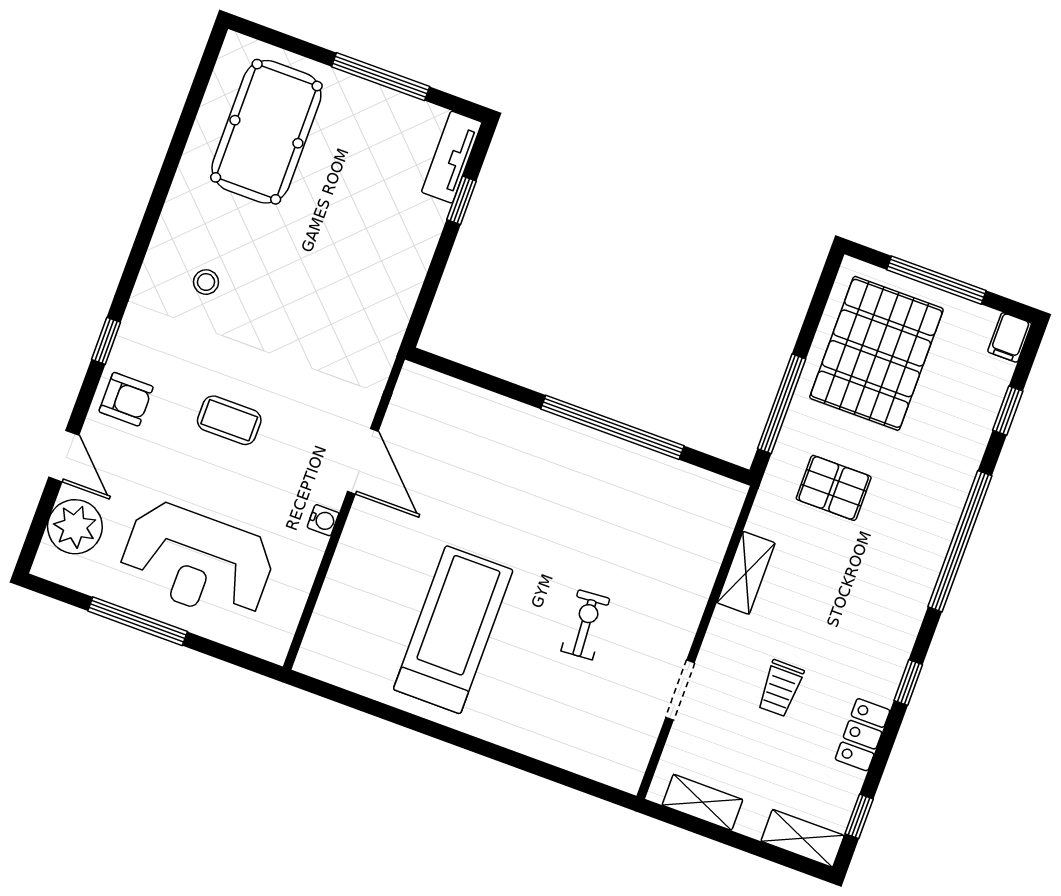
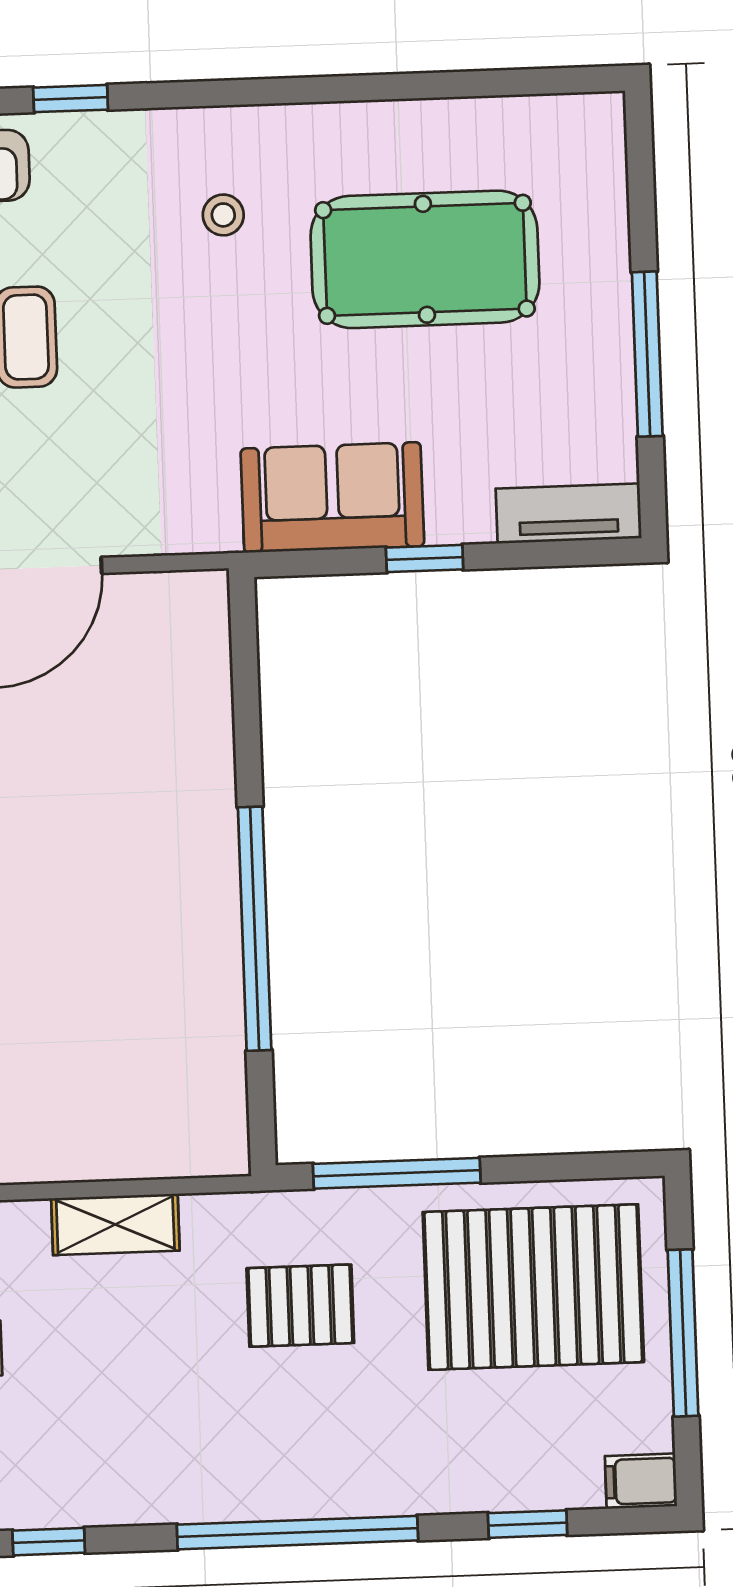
pool table: (266, 132) -> (425, 259), moved
window: (462, 200) -> (425, 559), moved
sofa: (389, 285) -> (332, 497), added
pallet: (834, 488) -> (300, 1306), turned 90

